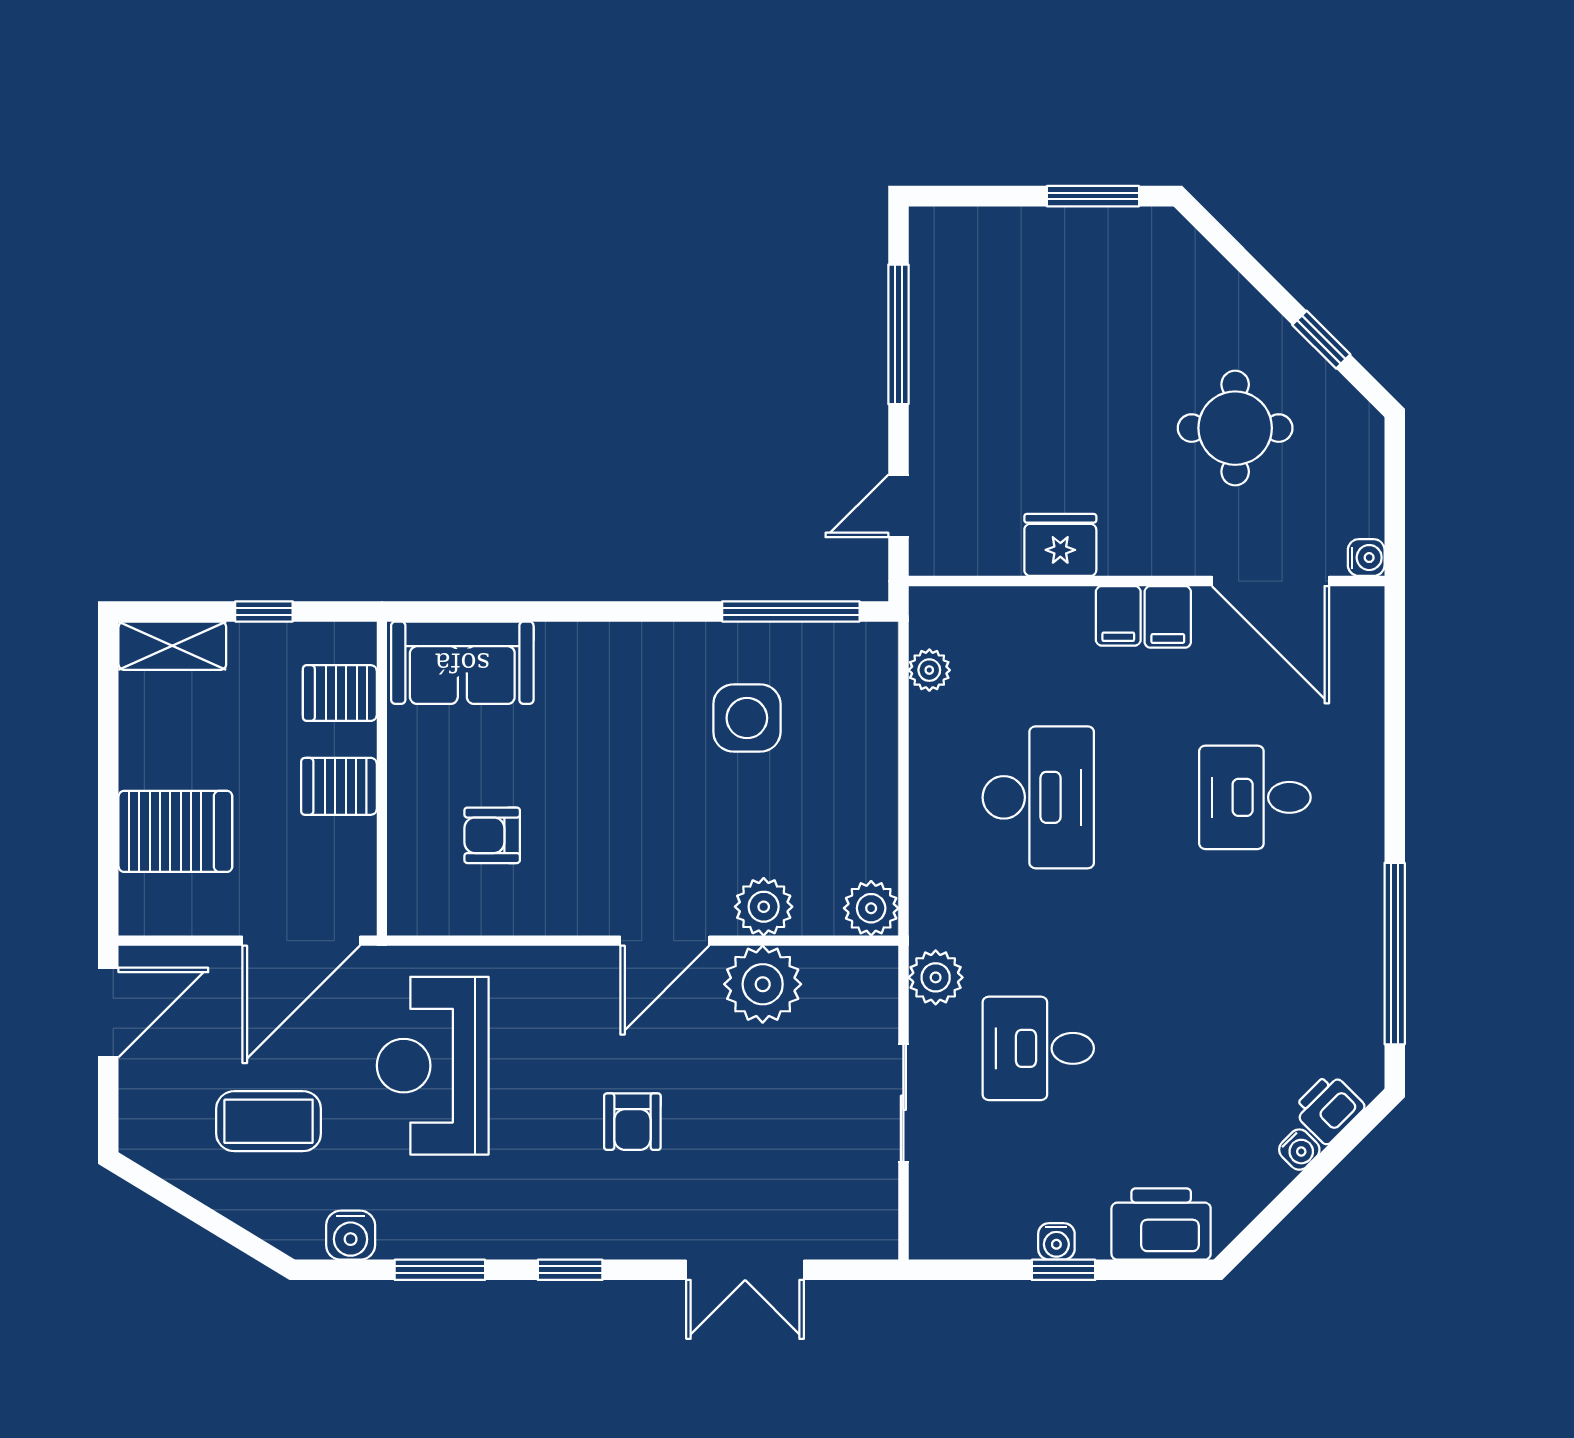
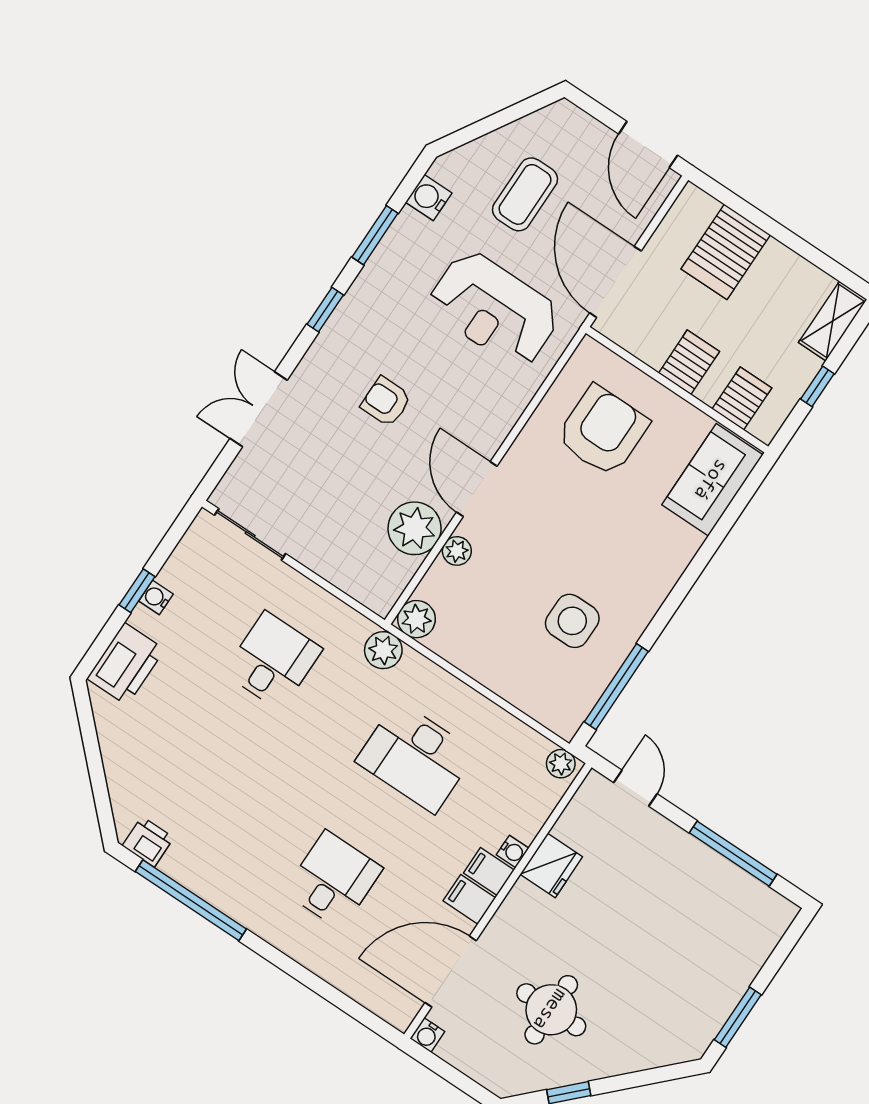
plant: (929, 670) -> (561, 764), moved
armchair: (492, 835) -> (603, 431), width x1.88, depth x1.88
plant: (764, 907) -> (457, 551), width x0.73, depth x0.73
plant: (936, 977) -> (383, 650), moved
reception desk: (433, 1066) -> (494, 309), turned 180
sliding door: (903, 1103) -> (250, 534), moved
printer: (1328, 1108) -> (148, 842), moved, turned -45
water cooler: (1299, 1150) -> (513, 851), moved, turned -135

